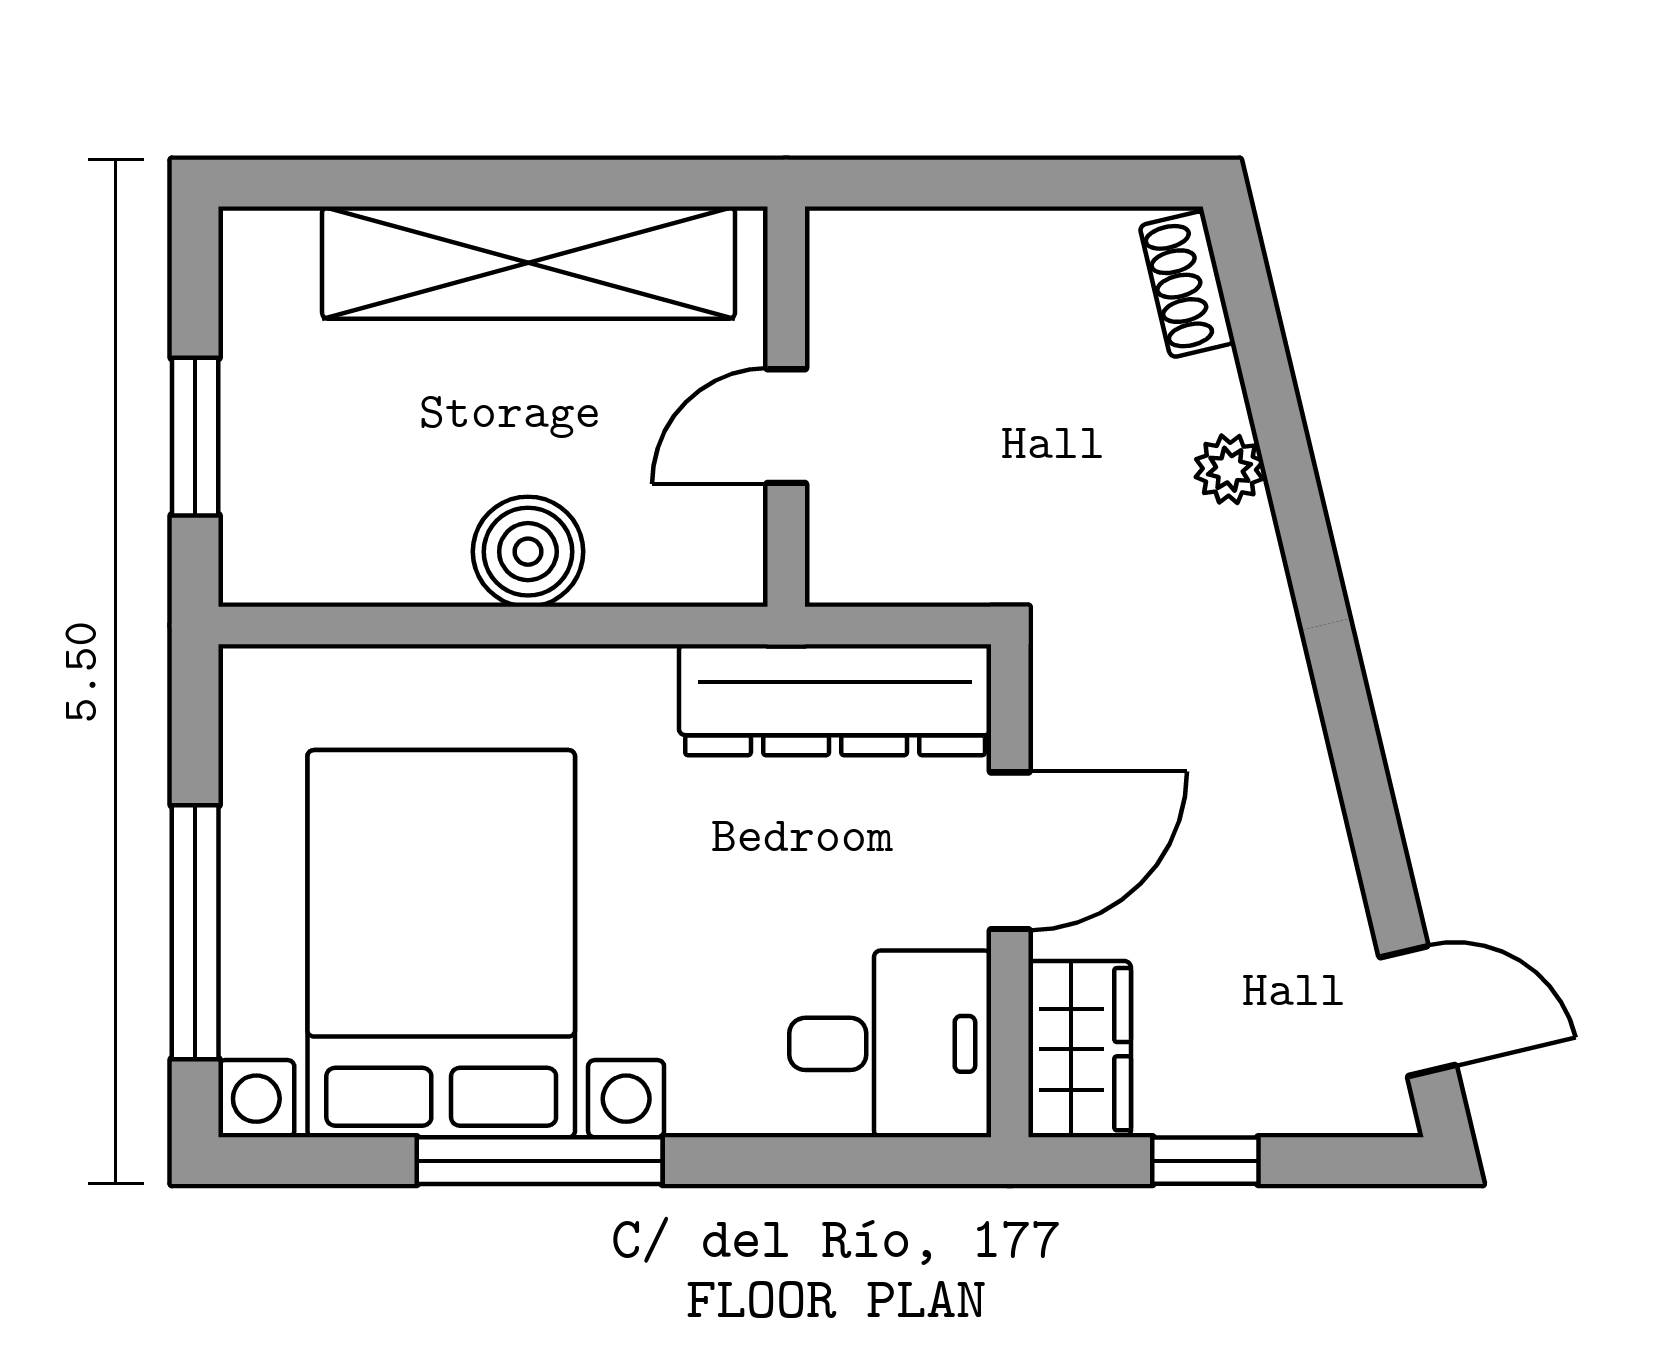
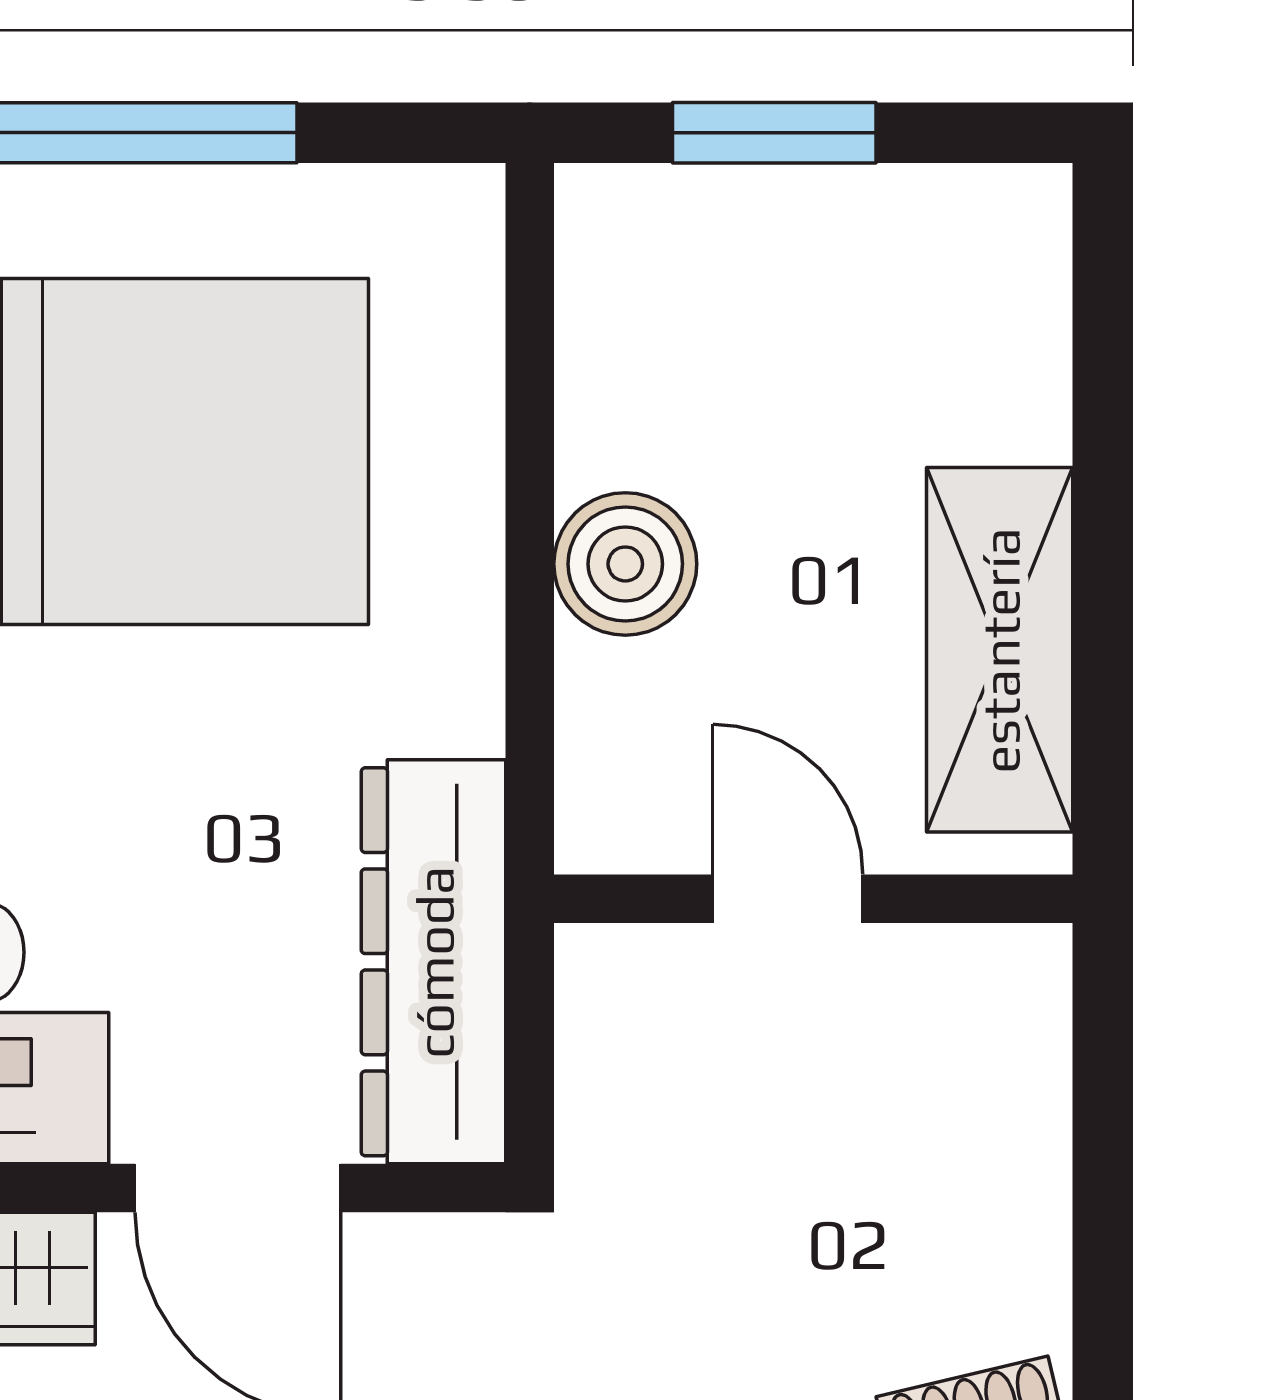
shelving: (529, 263) -> (1000, 650), width x0.68

